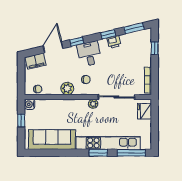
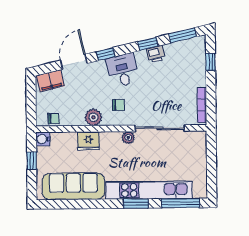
fridge: (145, 111) -> (88, 141), moved, turned -90

